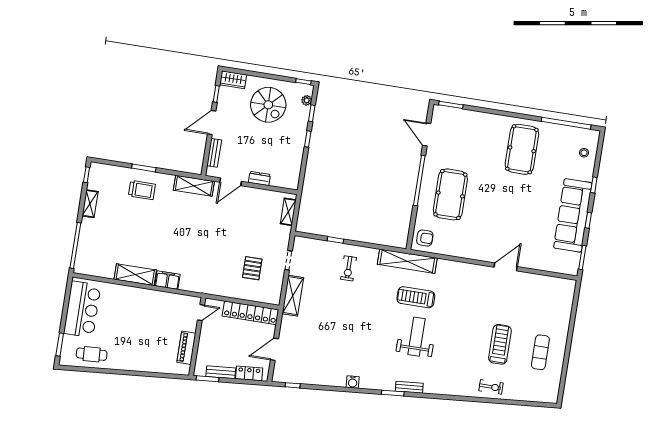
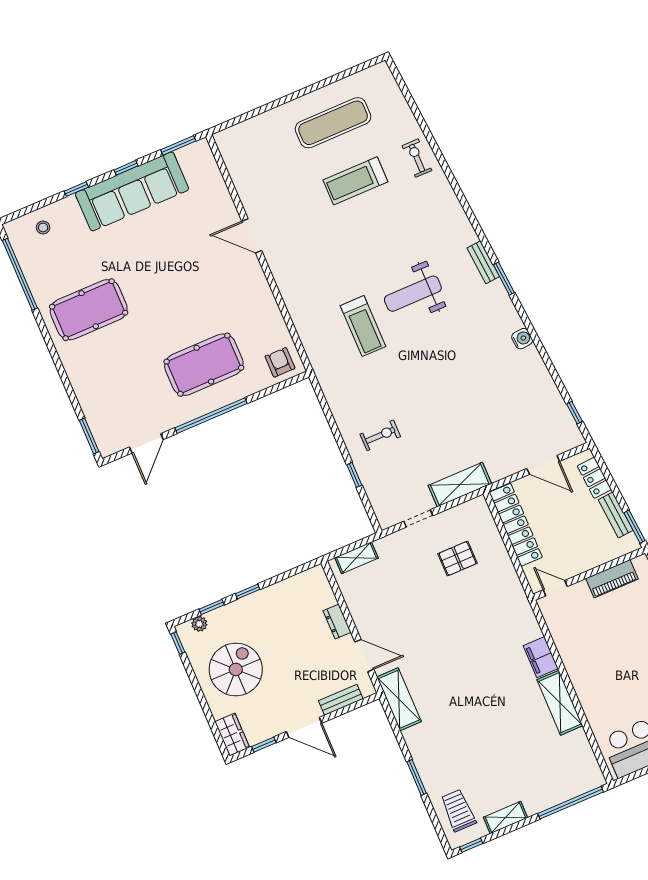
trolley: (142, 190) -> (458, 810), moved
shelving: (407, 261) -> (324, 366), removed
exercise mat: (540, 352) -> (333, 123), width x1.36, depth x1.45

